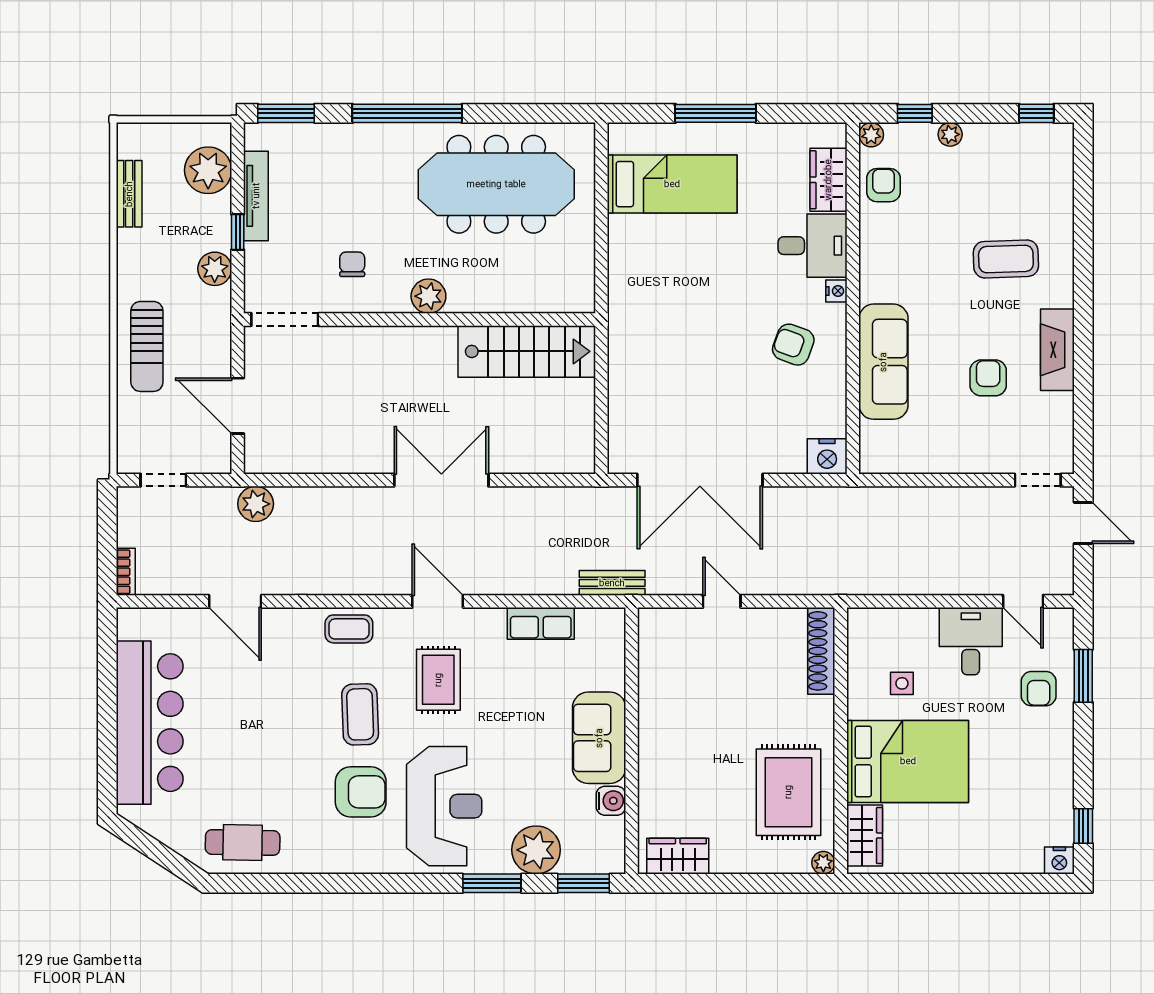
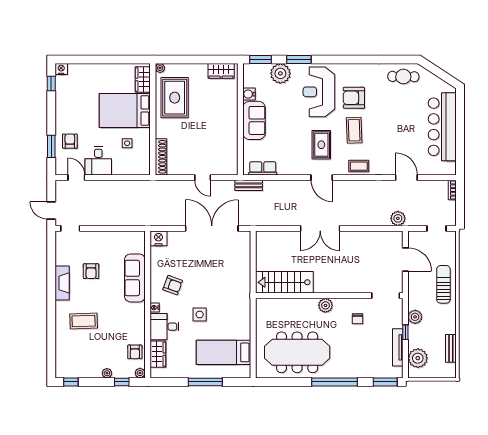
side table: (729, 275) -> (200, 314), added
row of seats: (541, 623) -> (263, 168), moved

